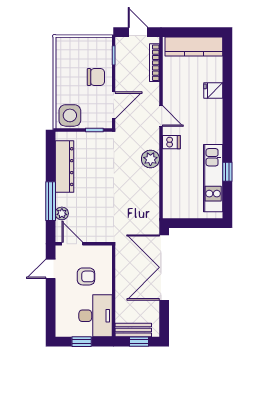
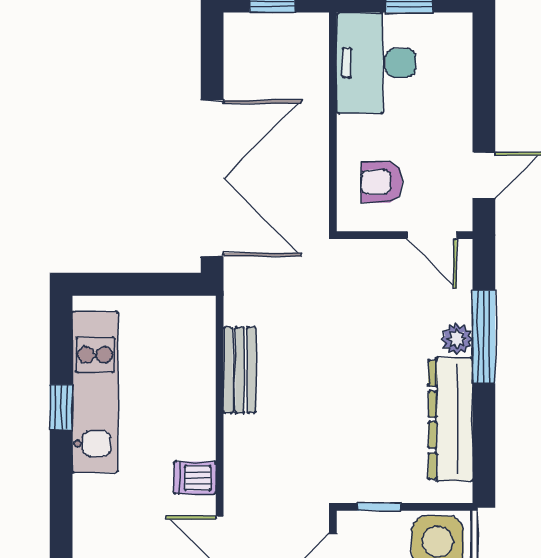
plant: (150, 159) -> (245, 438), removed
plant: (62, 213) -> (457, 339), moved
armchair: (86, 276) -> (382, 182), moved
bench: (133, 330) -> (240, 370), moved, turned 90

